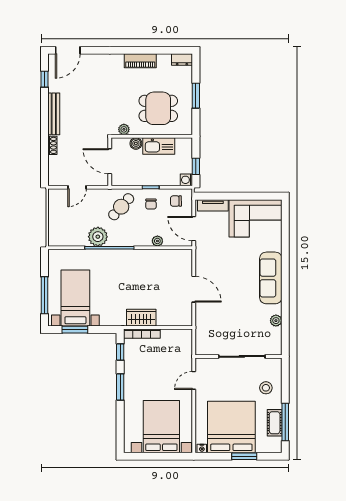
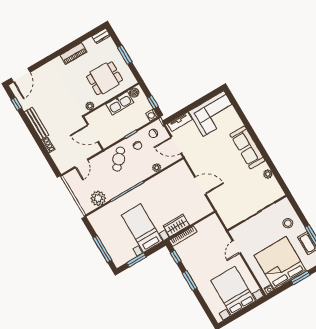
boiler: (136, 143) -> (134, 93), moved
plant: (98, 237) -> (98, 198), moved
bed with nightstands: (75, 298) -> (142, 228), moved

